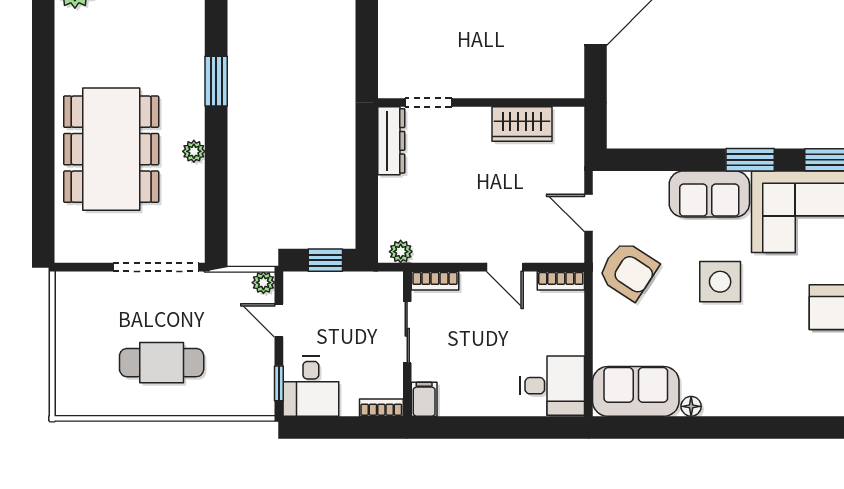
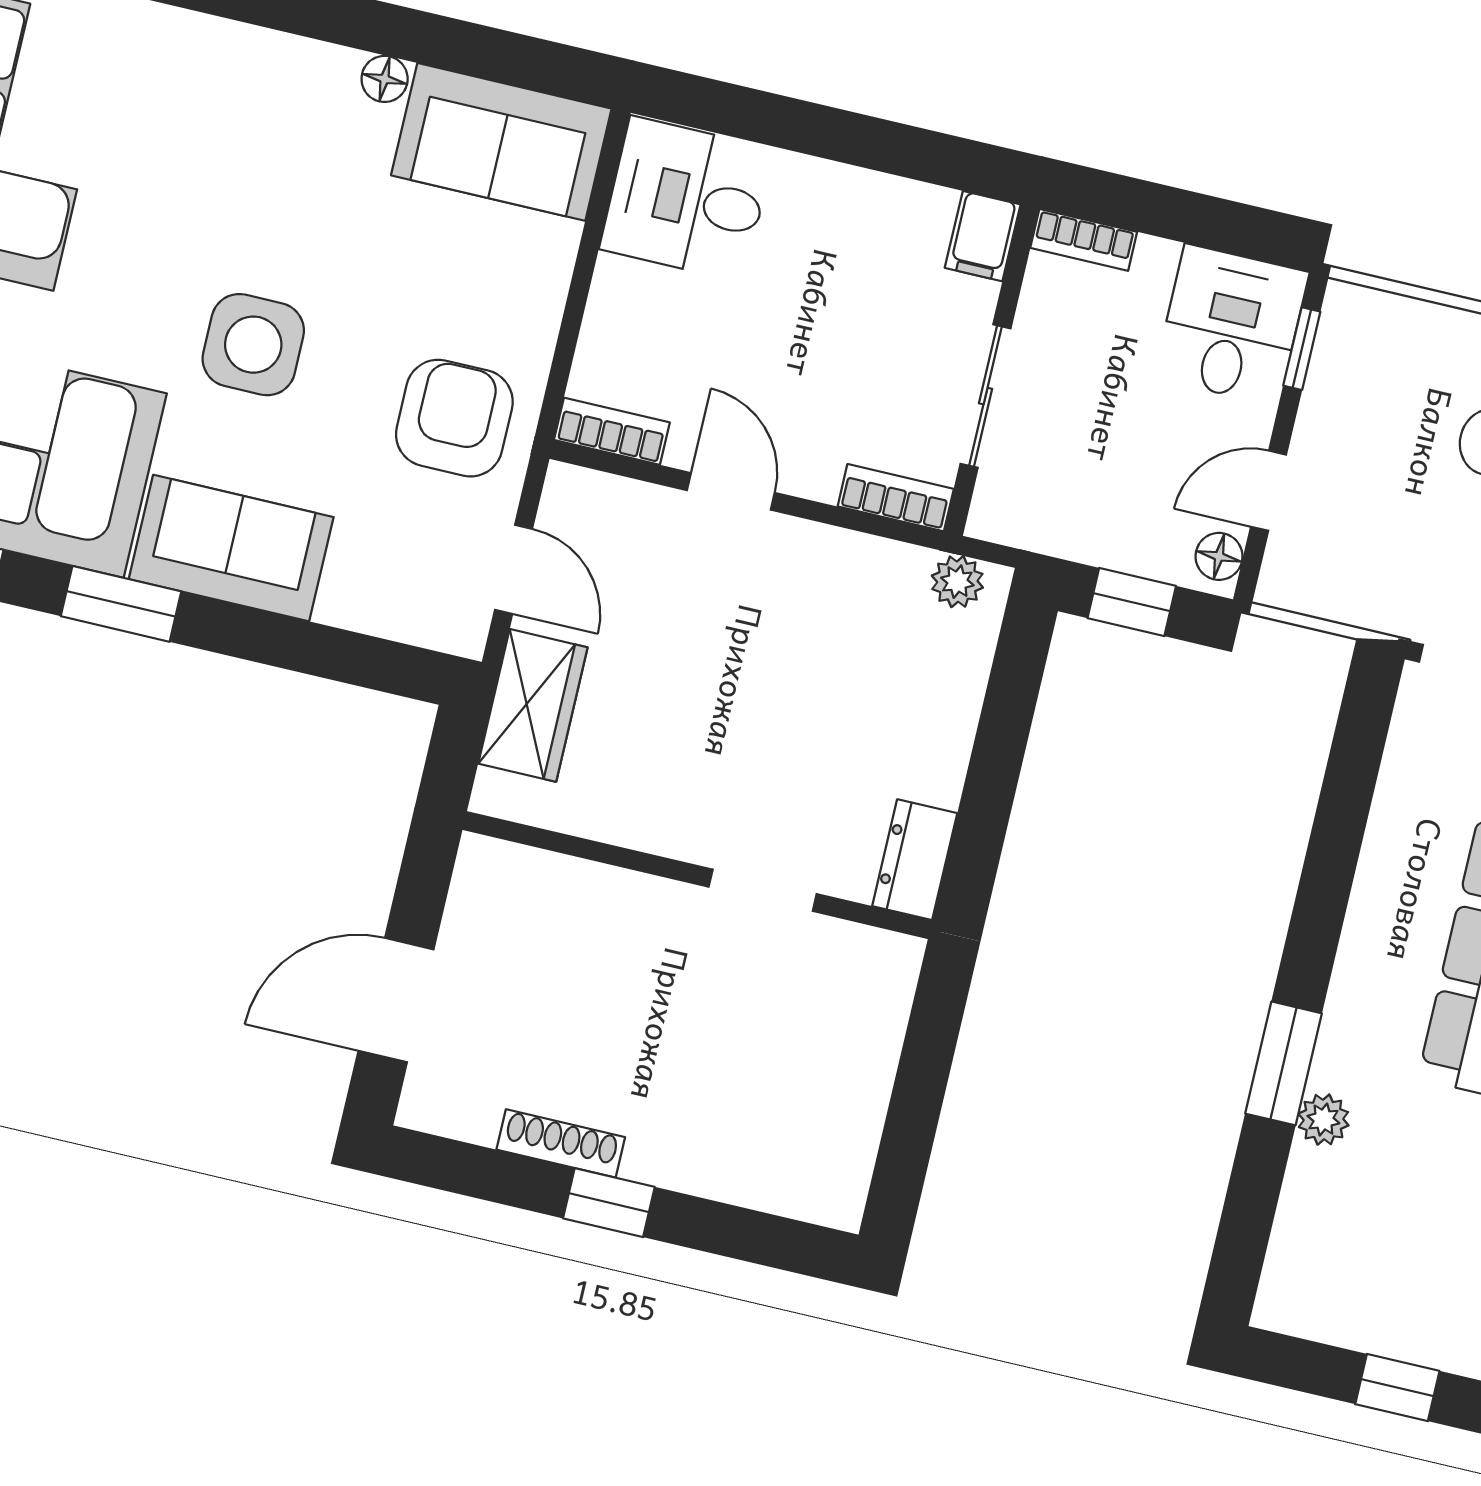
doorway: (428, 103) -> (763, 890), moved
wardrobe: (522, 124) -> (533, 705), moved, turned 90
dresser: (391, 141) -> (915, 860), width x0.70
plant: (194, 151) -> (1323, 1120), moved
armchair: (628, 271) -> (454, 418), turned 57
plant: (263, 283) -> (1283, 584), removed
floor lamp: (293, 288) -> (1219, 556), added
door: (279, 320) -> (1269, 491), swing flipped

